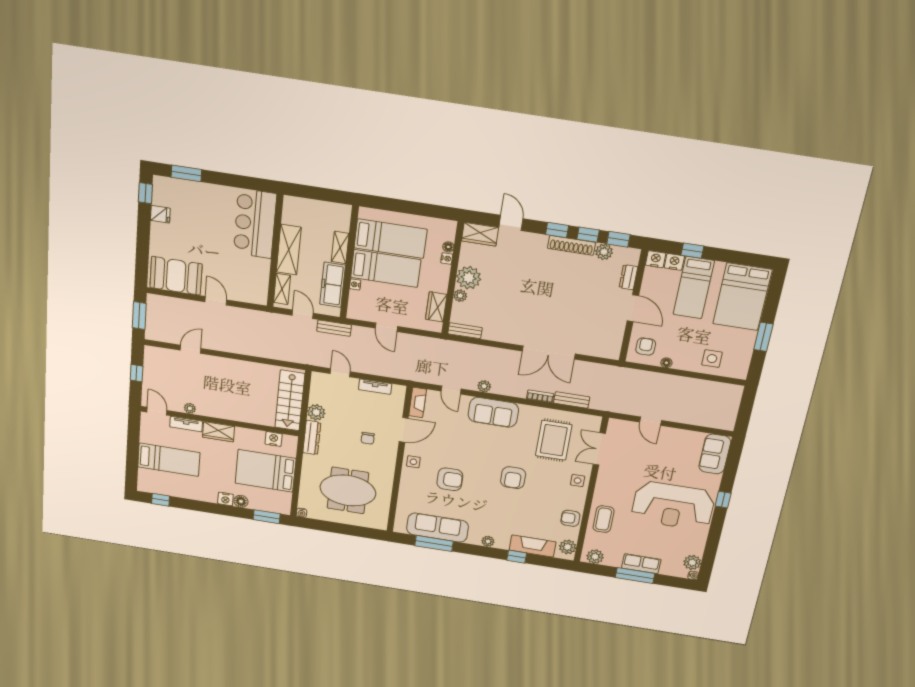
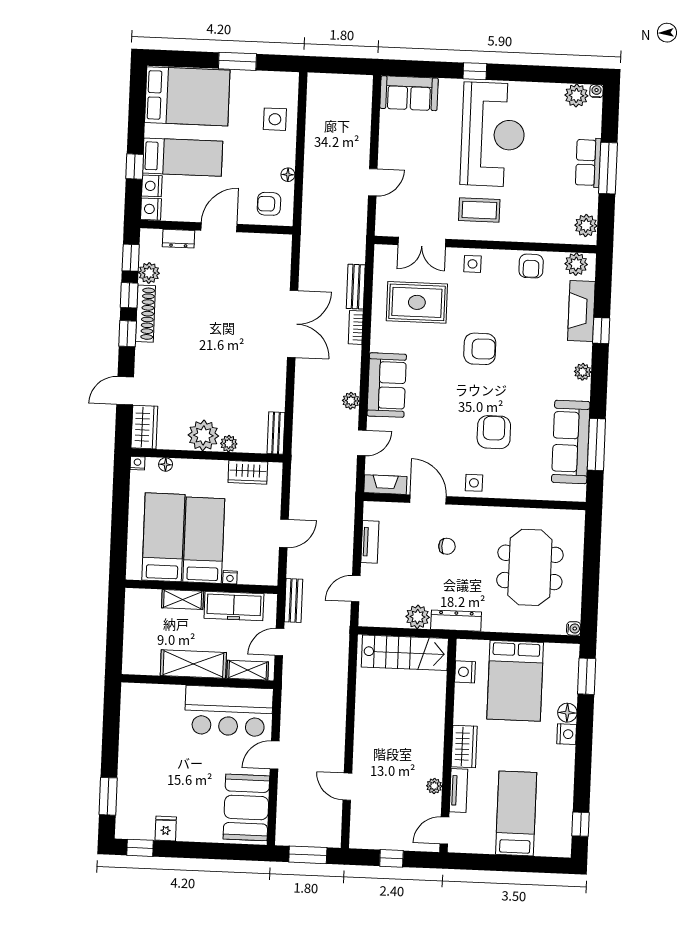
bar counter: (255, 224) -> (229, 711), moved
nightstand: (447, 258) -> (137, 463), moved
coffee table: (604, 519) -> (479, 210), moved

